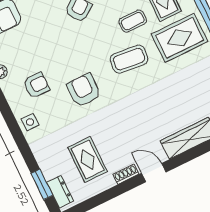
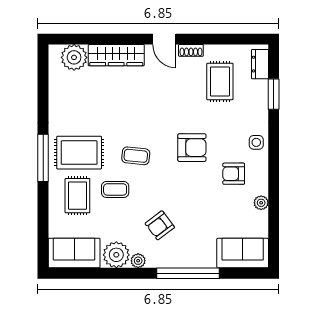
coffee table: (129, 59) -> (136, 156), width x0.73, depth x0.77
armchair: (84, 90) -> (192, 148), turned -90
window: (42, 184) -> (274, 94), moved

